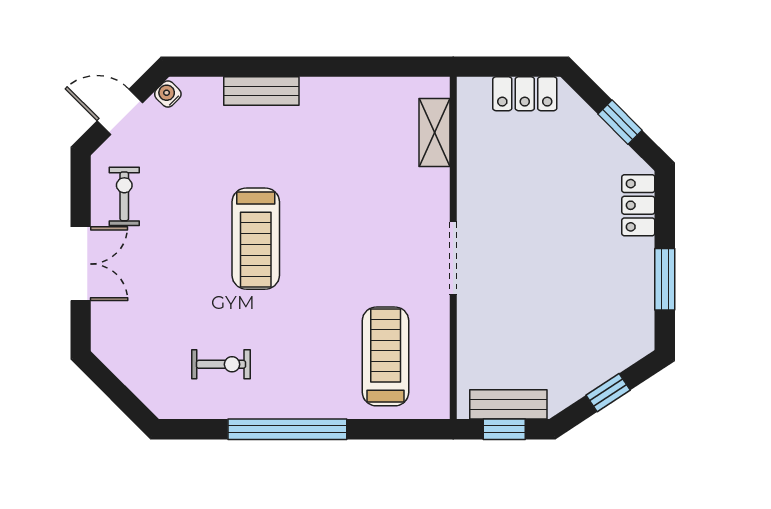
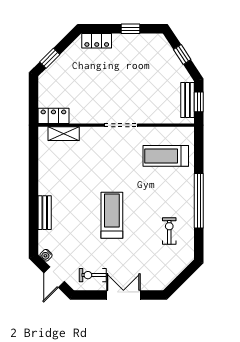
locker: (525, 94) -> (53, 116), moved, turned -90
window: (620, 122) -> (50, 58), moved
treadmill: (256, 239) -> (112, 215), turned -90
window: (665, 279) -> (130, 29), width x0.67

